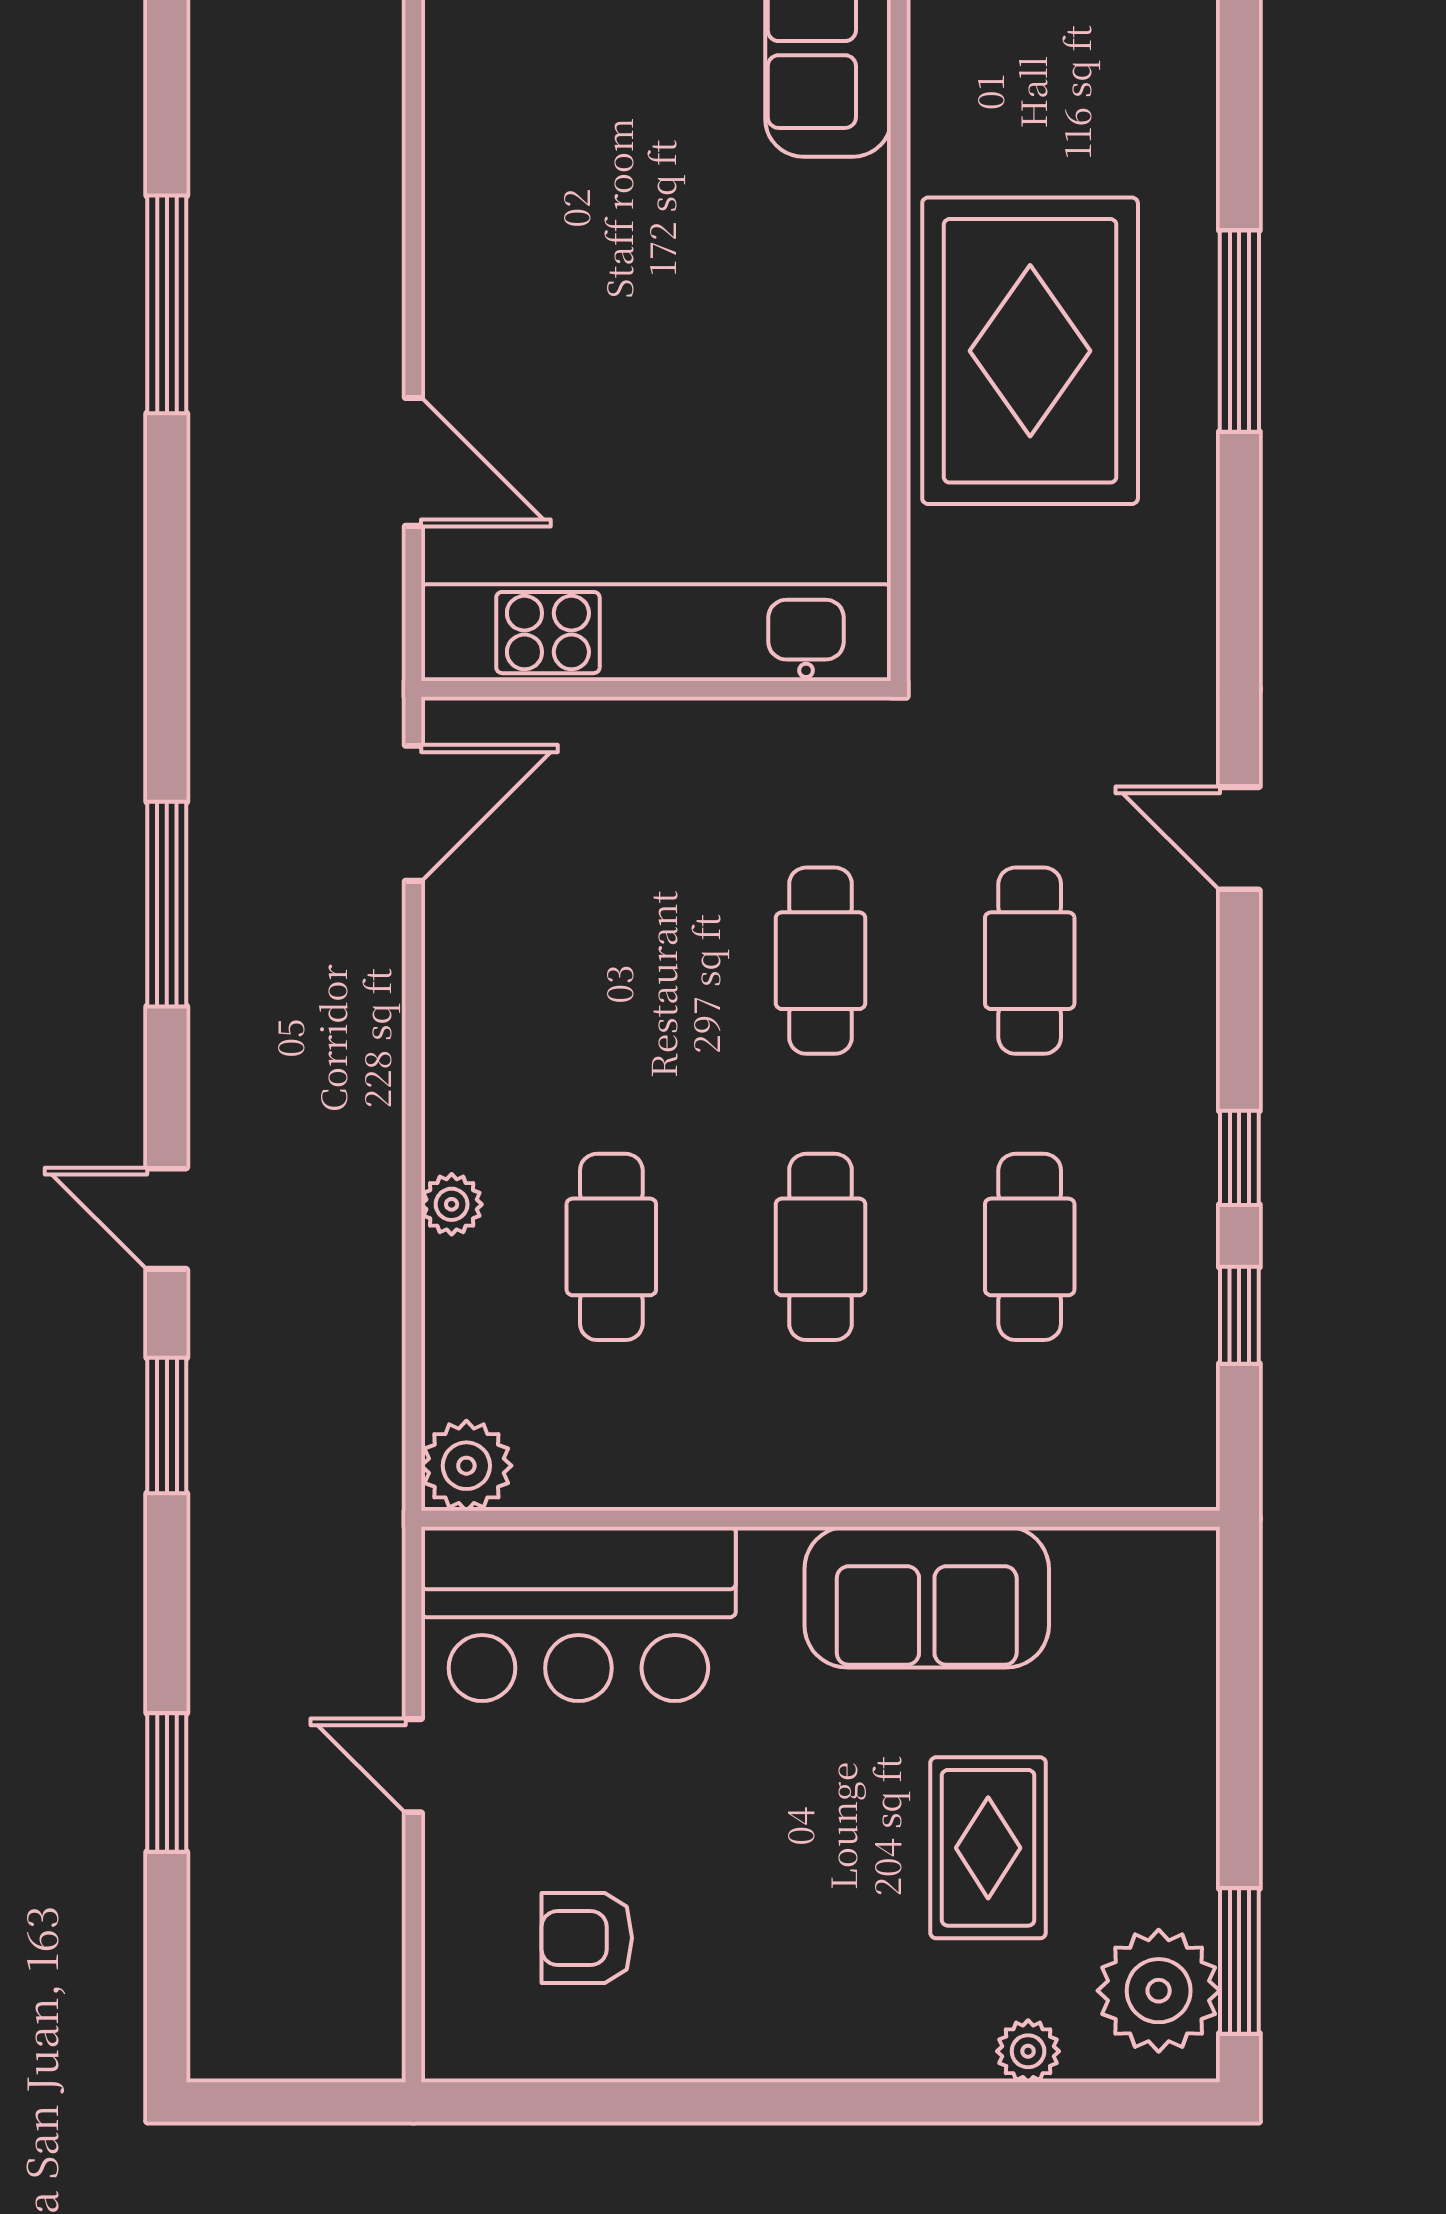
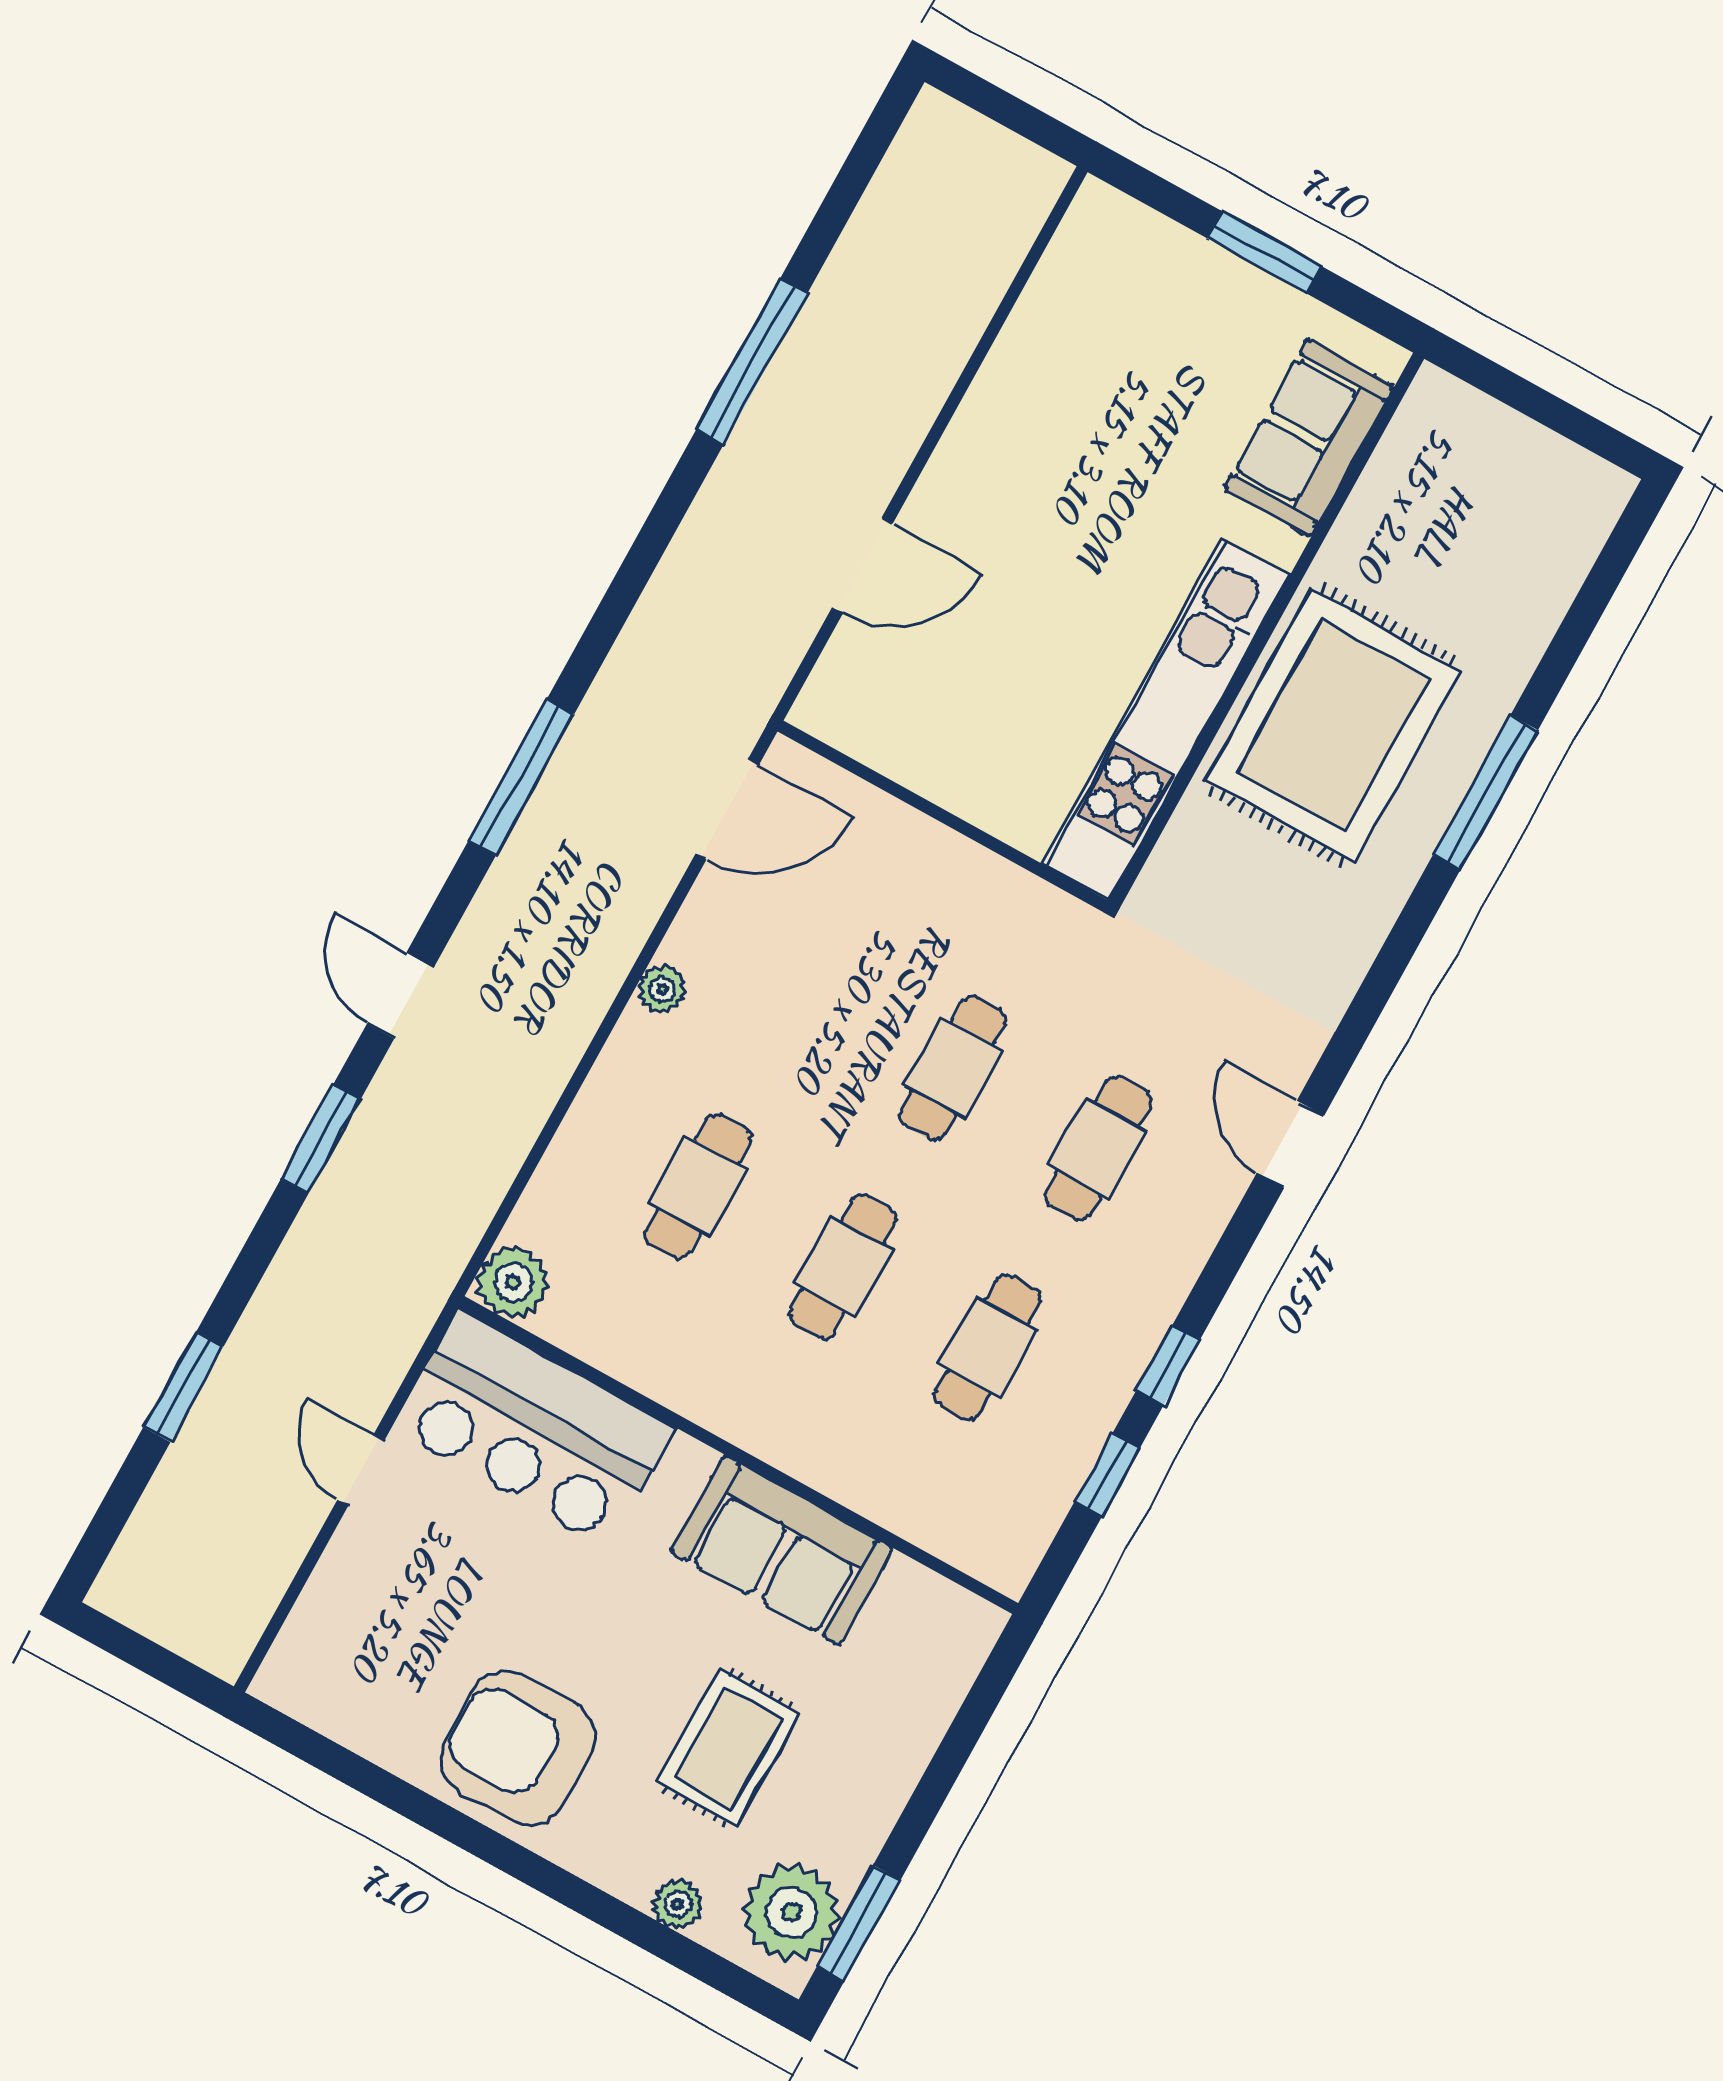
door: (413, 462) -> (862, 566), hinge flipped
kitchen unit: (656, 633) -> (1166, 720), moved, turned -90
plant: (452, 1204) -> (662, 989), moved
armchair: (587, 1938) -> (518, 1748), moved, width x1.88, depth x1.88

